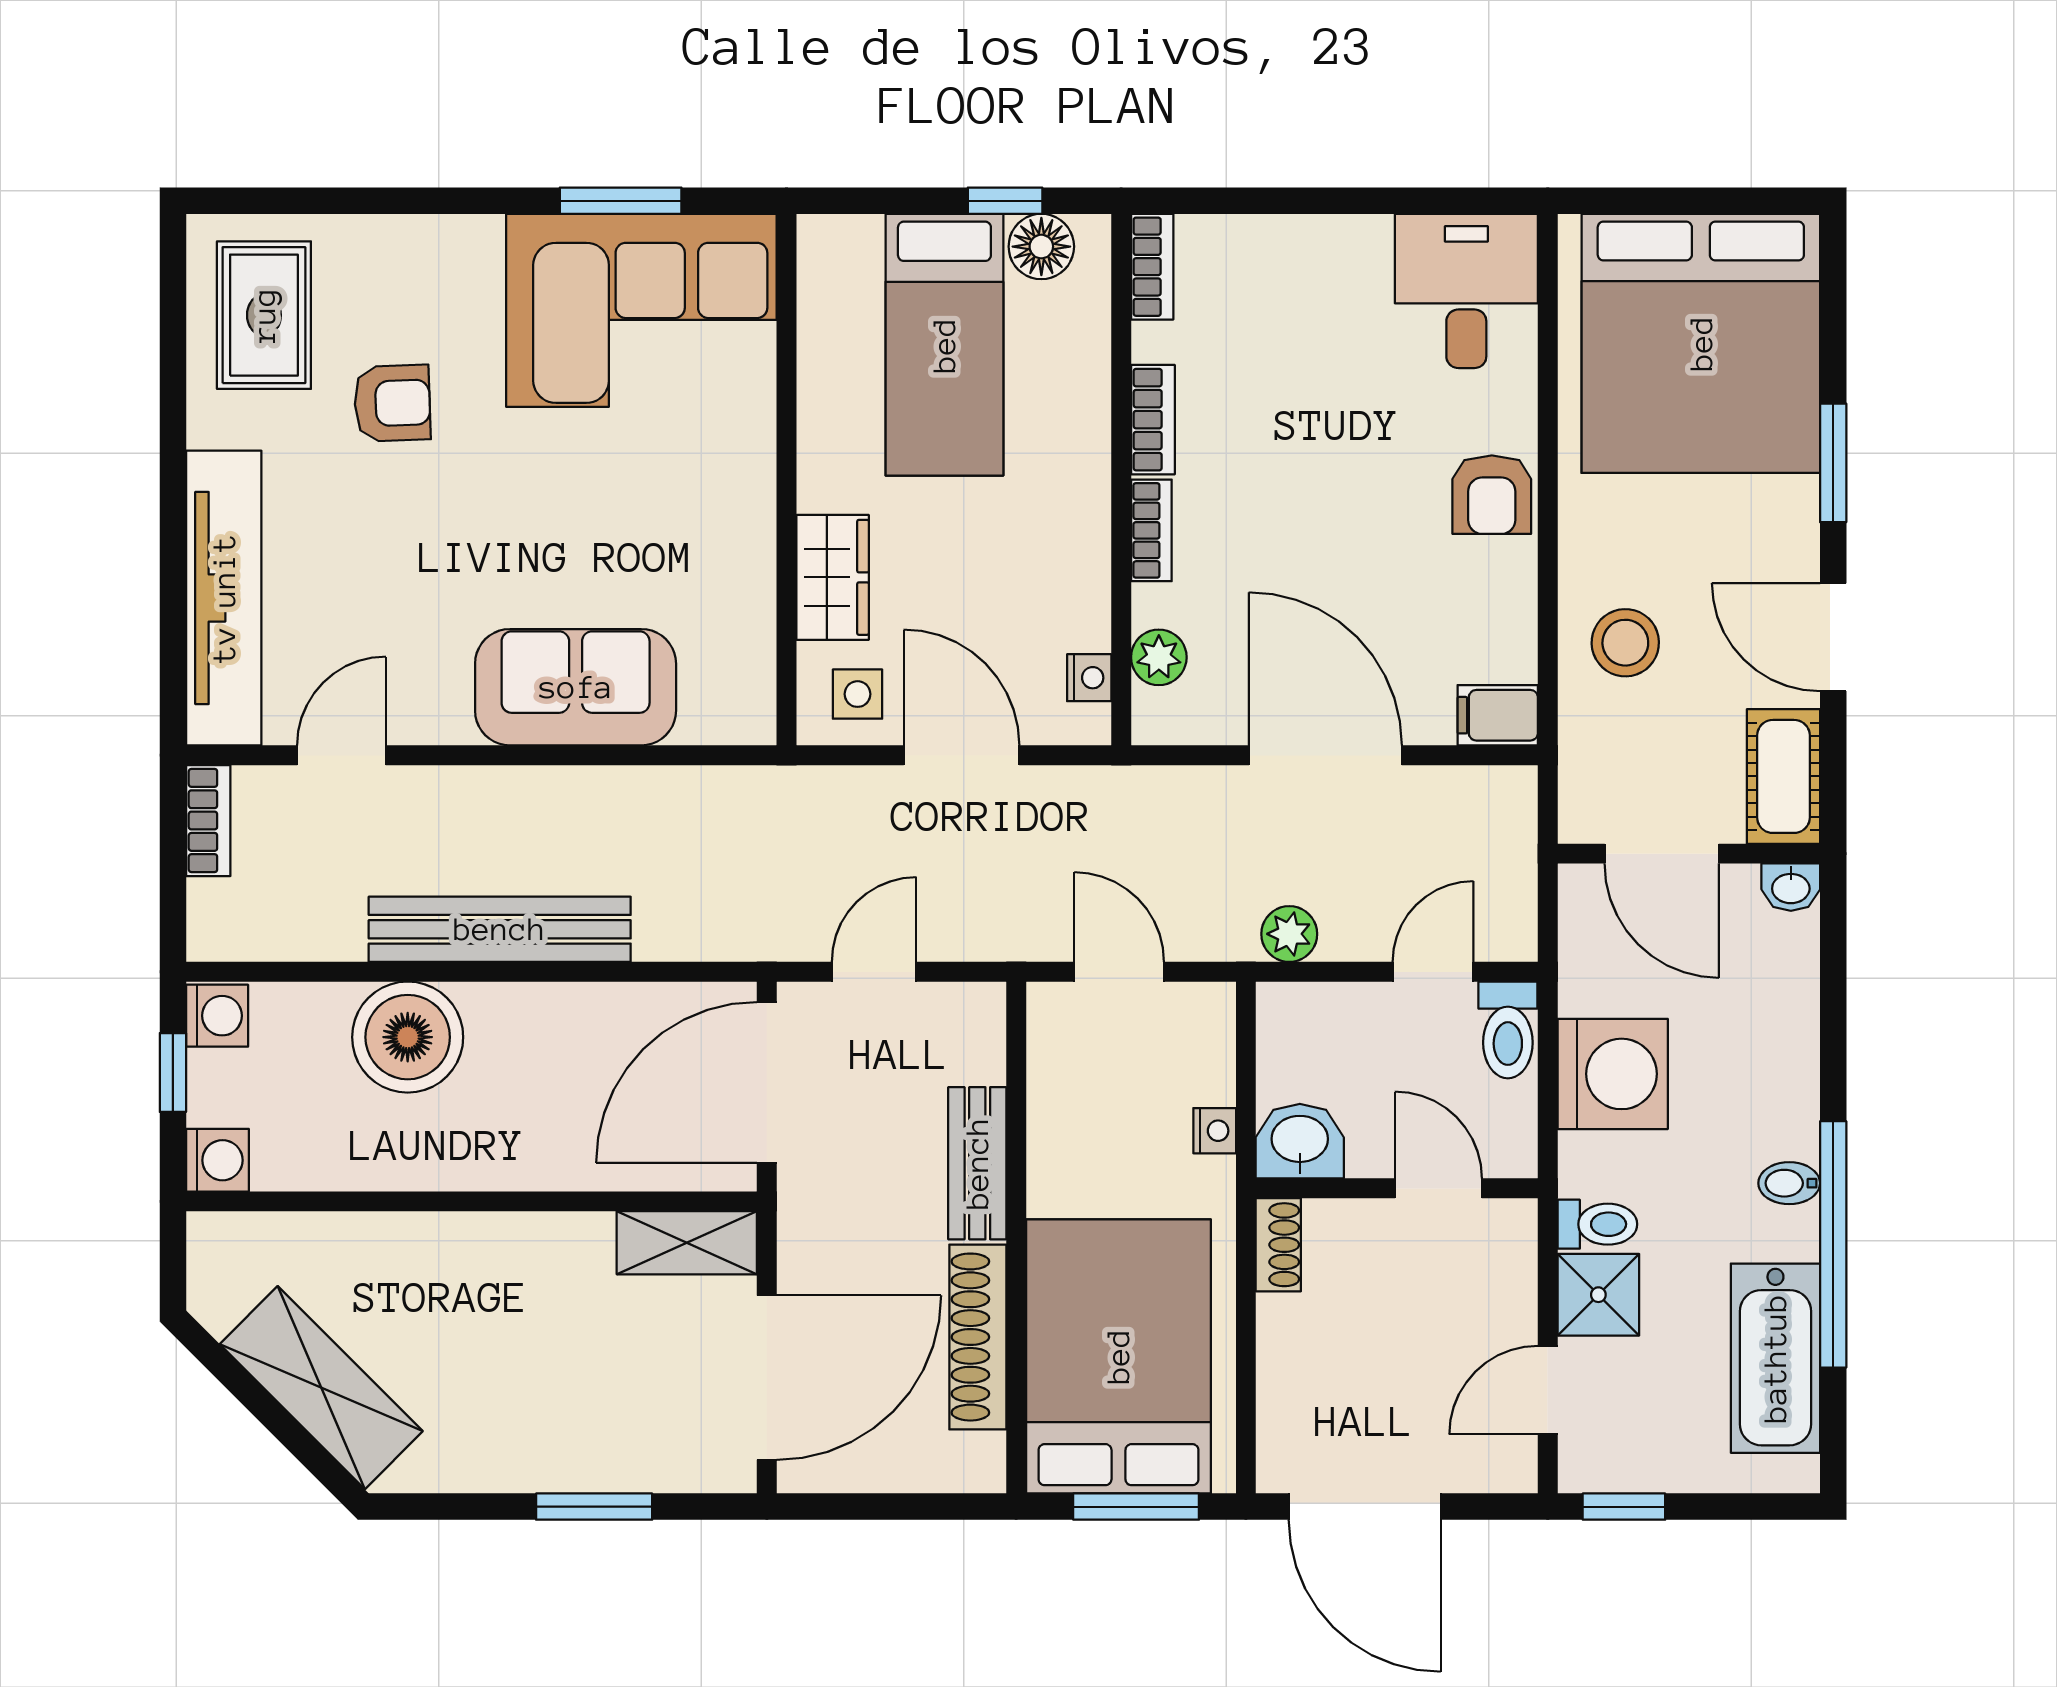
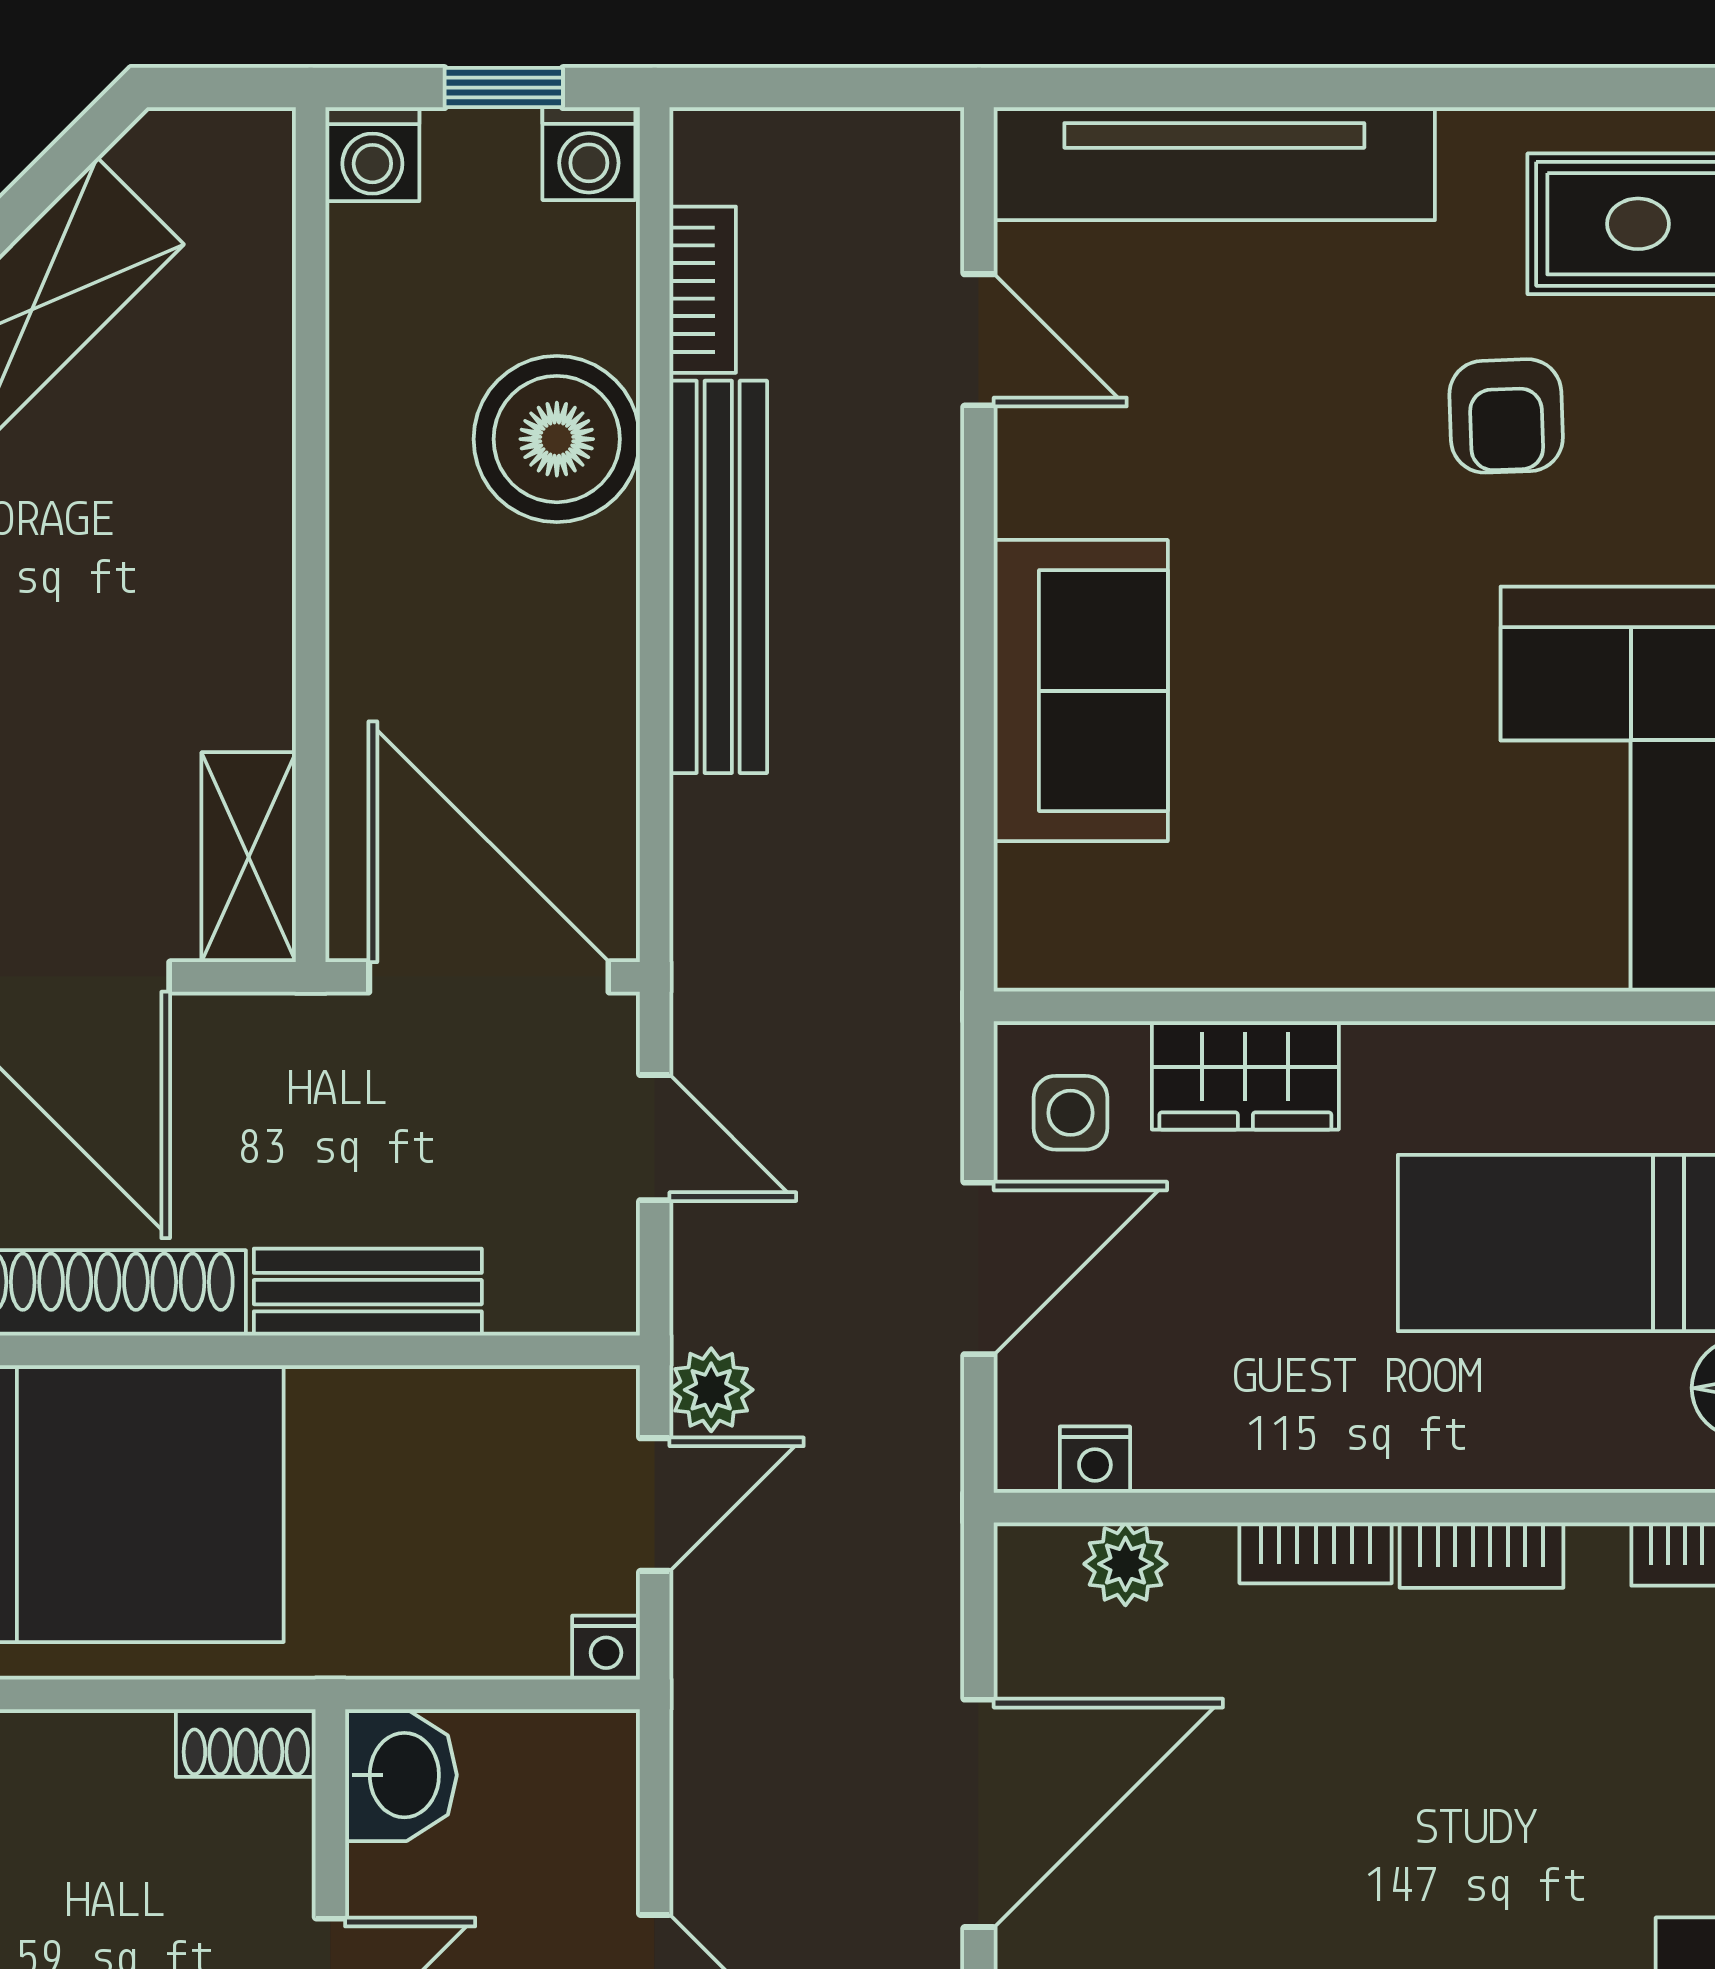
bookcase: (208, 821) -> (703, 290), moved, turned -90
plant: (1289, 934) -> (711, 1390), moved
nightstand: (1215, 1131) -> (606, 1648), moved

